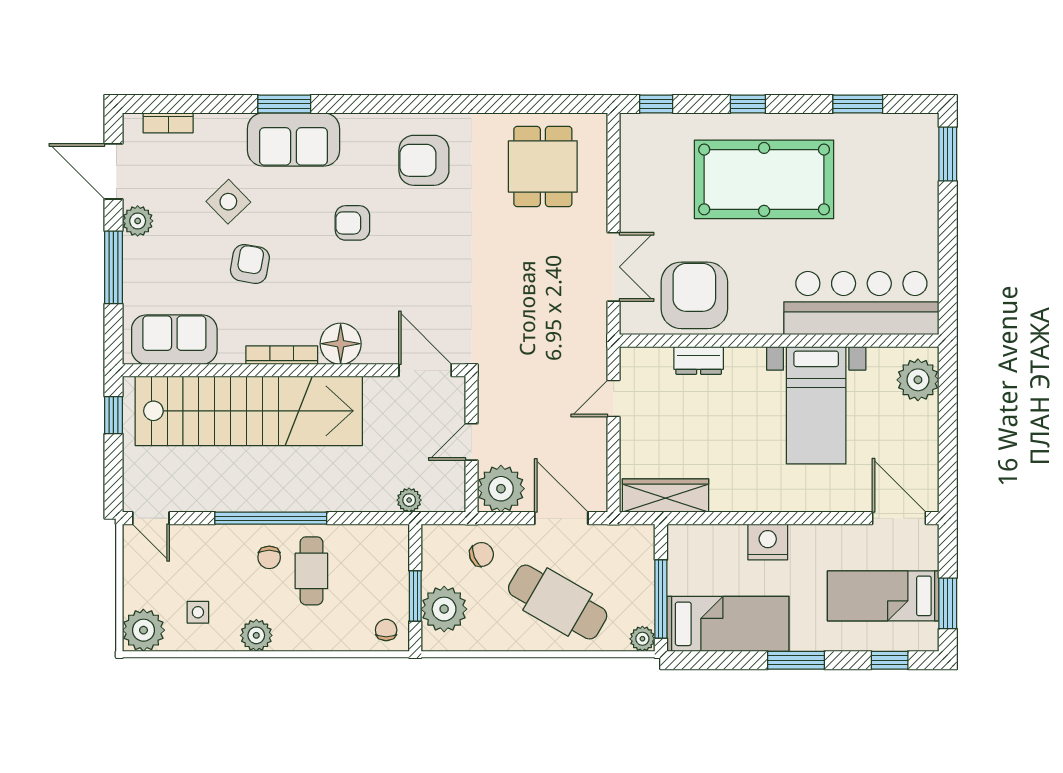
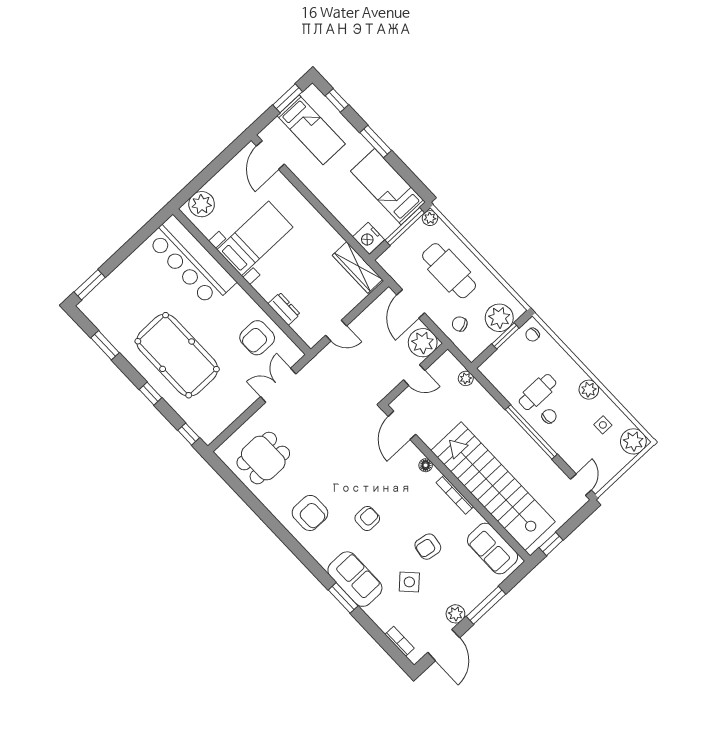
armchair: (352, 223) -> (367, 518), turned -90
armchair: (694, 295) -> (257, 338), width x0.73, depth x0.73
floor lamp: (341, 344) -> (426, 465), width x0.53, depth x0.53
nightstand: (768, 542) -> (369, 238), moved
cafe table: (558, 602) -> (449, 271), turned -30

